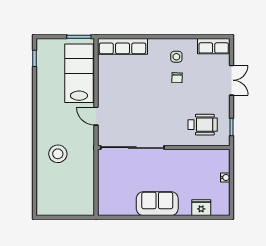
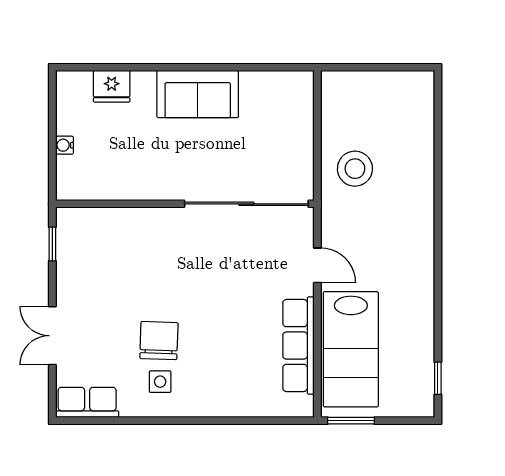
row of seats: (123, 46) -> (298, 346), moved, turned -90
chair: (177, 78) -> (159, 341), width x1.87, depth x1.87
wheelchair: (203, 125) -> (109, 249), removed
stool: (58, 154) -> (355, 169), moved

